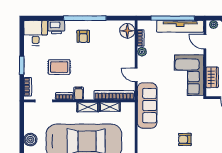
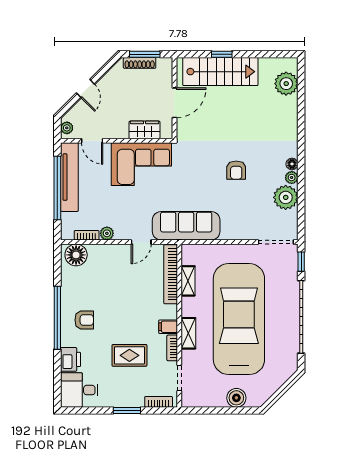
door: (205, 42) -> (92, 141), hinge flipped
rug: (59, 67) -> (129, 355), turned 90
shelving: (88, 107) -> (188, 333), moved

